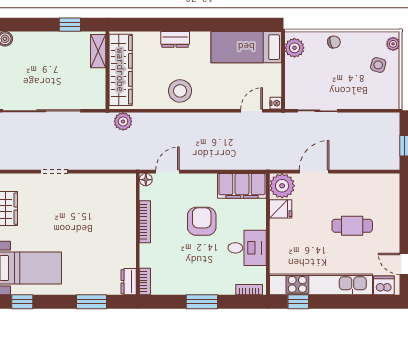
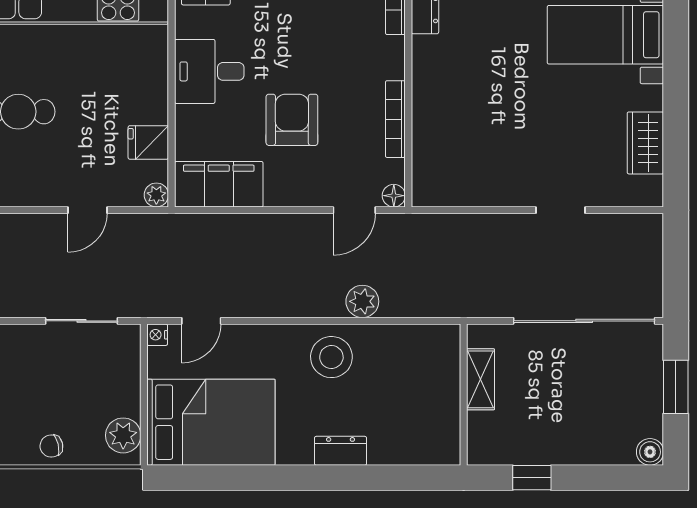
bed: (246, 47) -> (211, 422), width x1.50
shelving: (98, 51) -> (480, 379), moved
wardrobe: (121, 70) -> (439, 395), removed
plant: (123, 121) -> (362, 301), moved
door: (314, 172) -> (87, 210), width x0.73
plant: (282, 186) -> (156, 195), width x0.53, depth x0.53
armchair: (202, 221) -> (292, 120), turned 180

